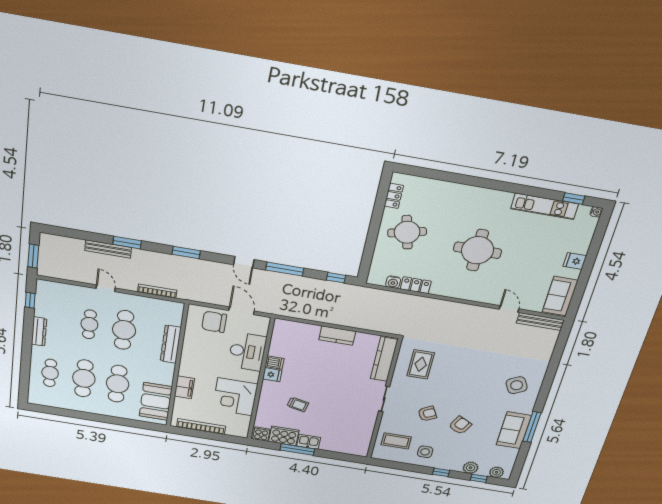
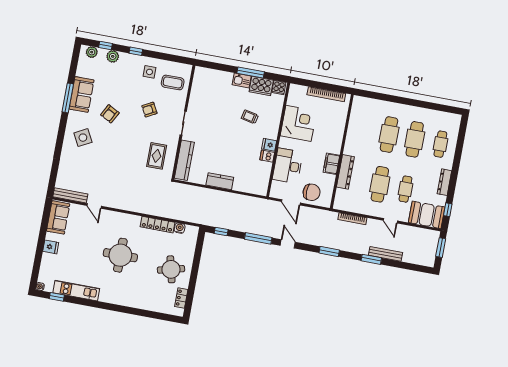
locker: (416, 285) -> (157, 225), width x1.53
filing cabinet: (184, 387) -> (331, 164), moved
booth: (156, 401) -> (427, 215), moved, turned 90
armchair: (460, 425) -> (110, 114), moved

